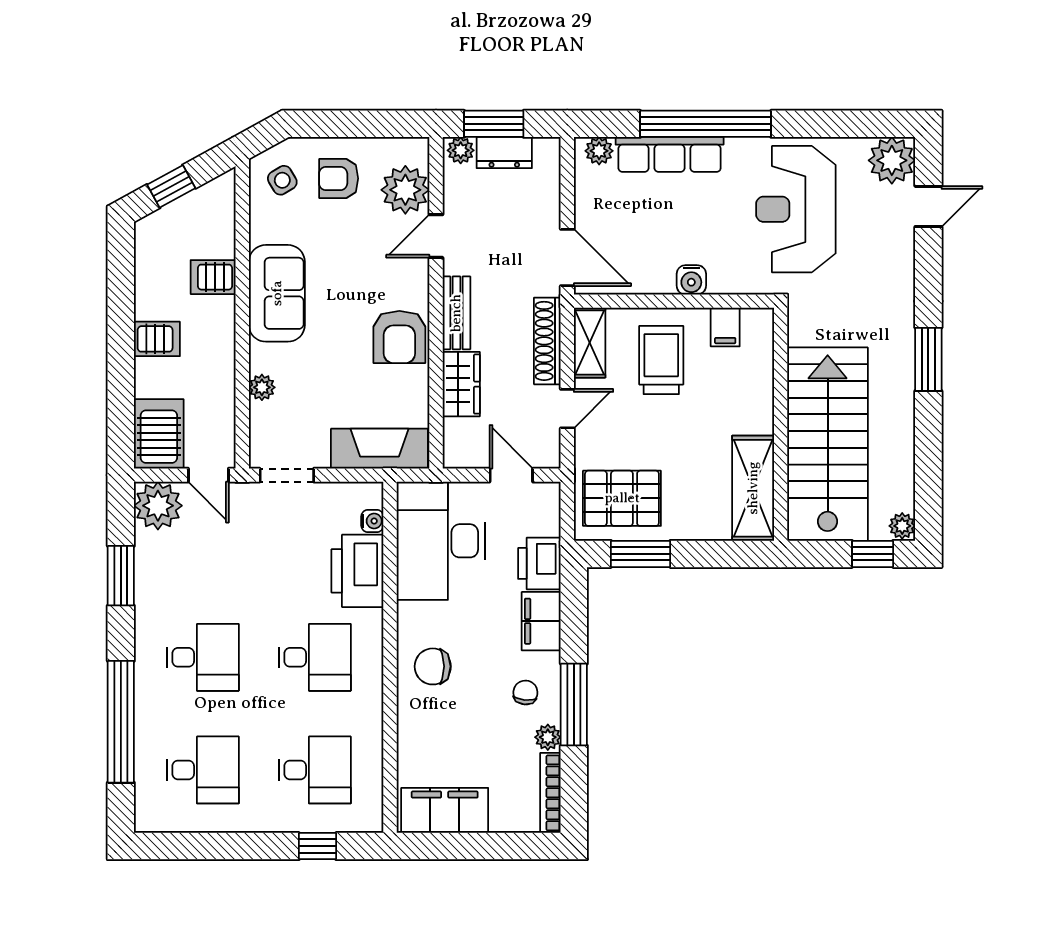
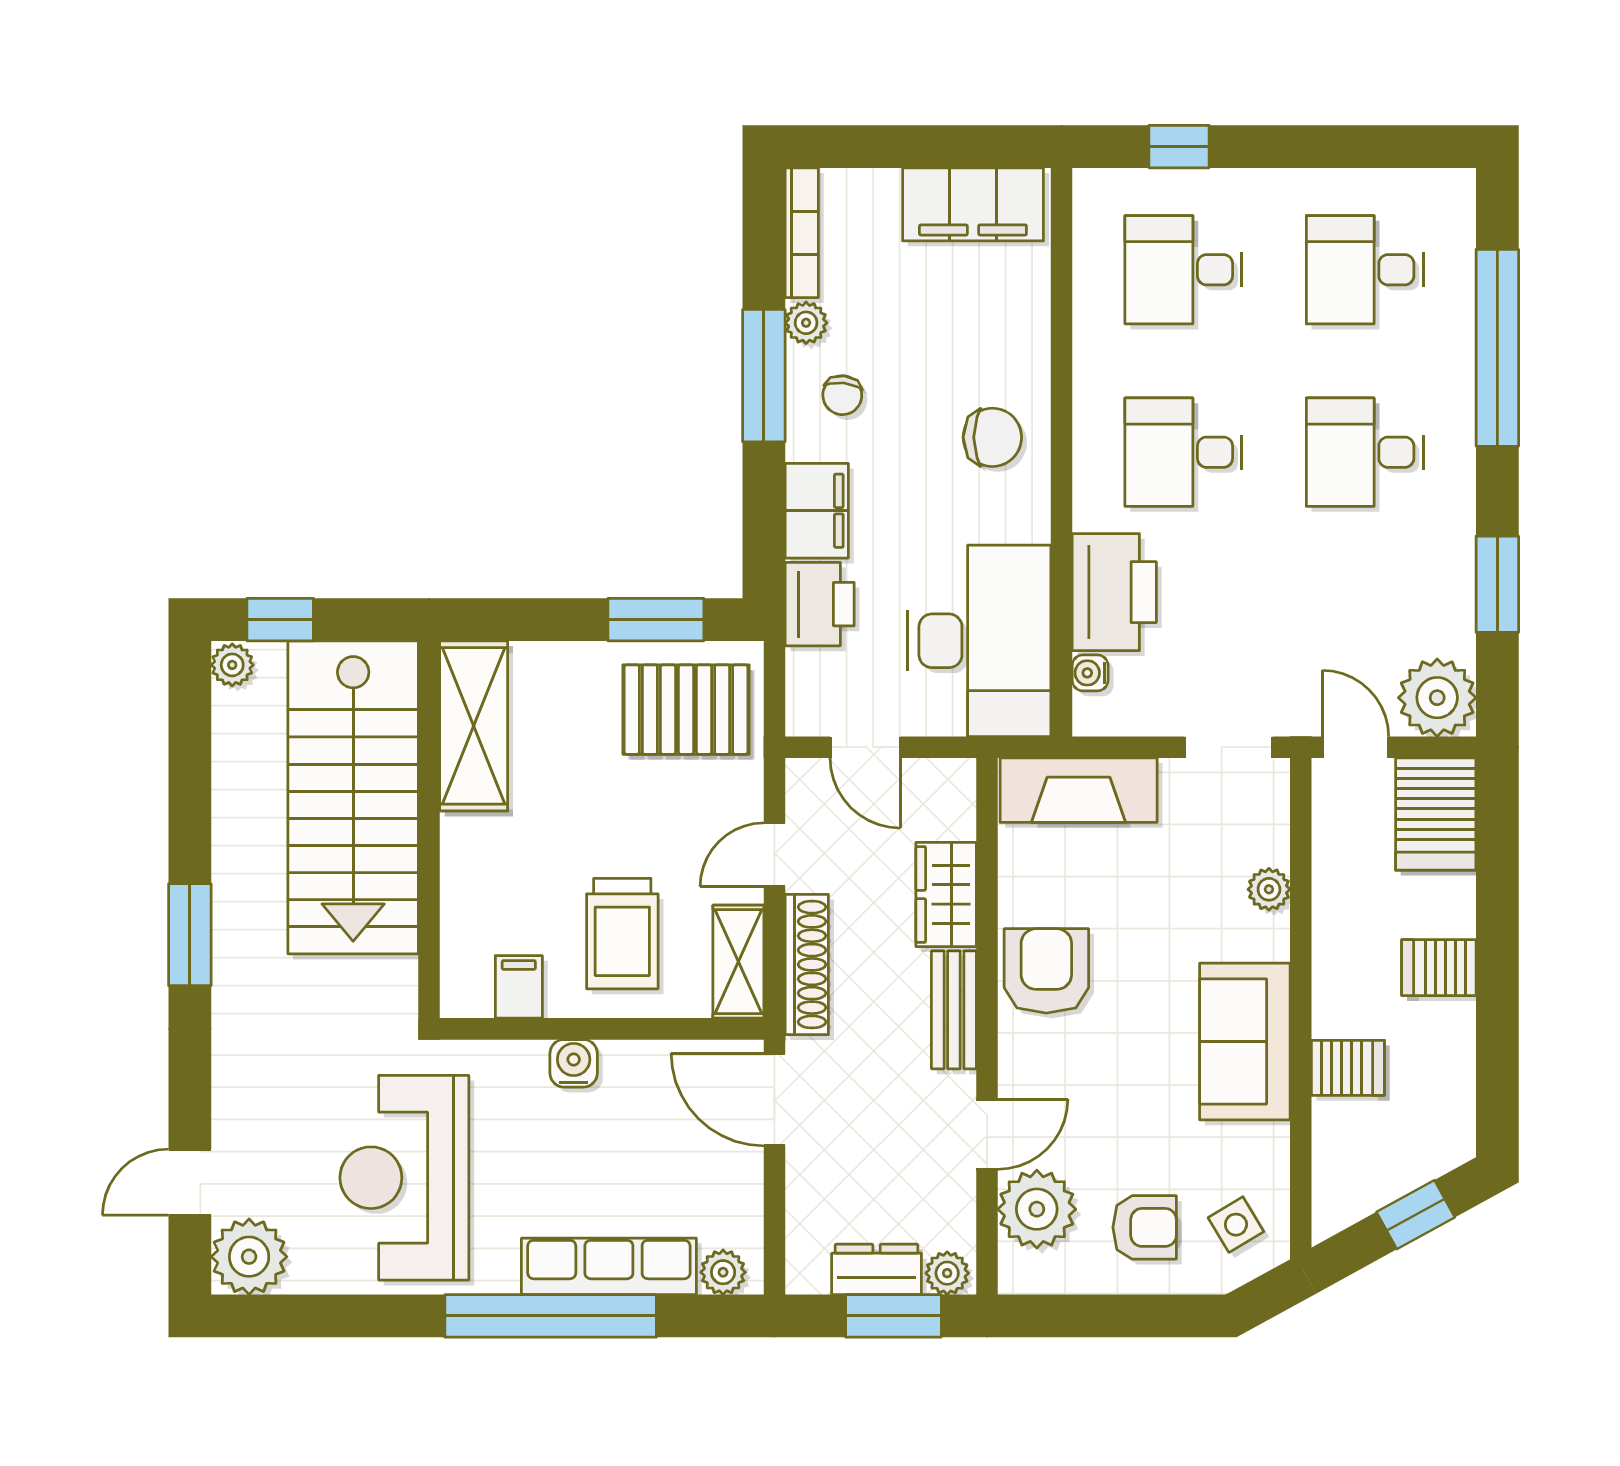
reception desk: (796, 209) -> (404, 1178), turned 180

